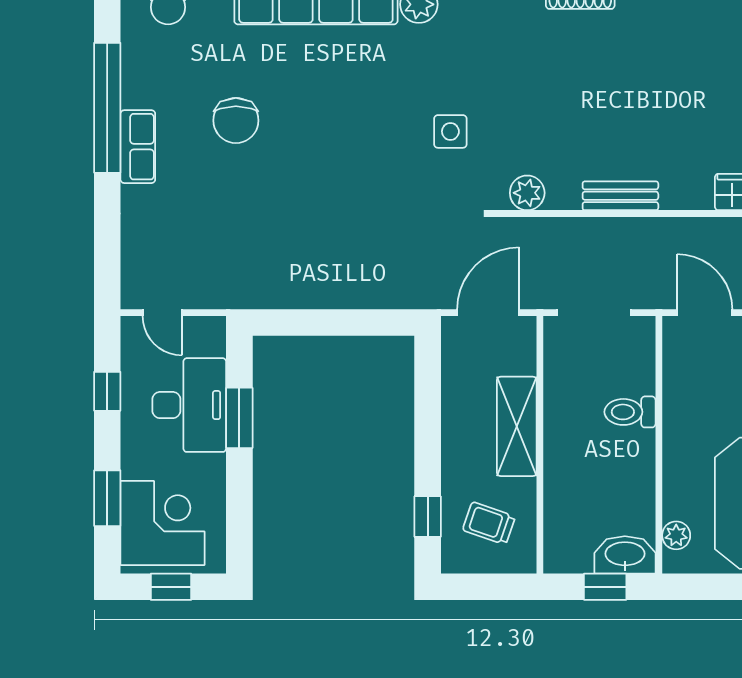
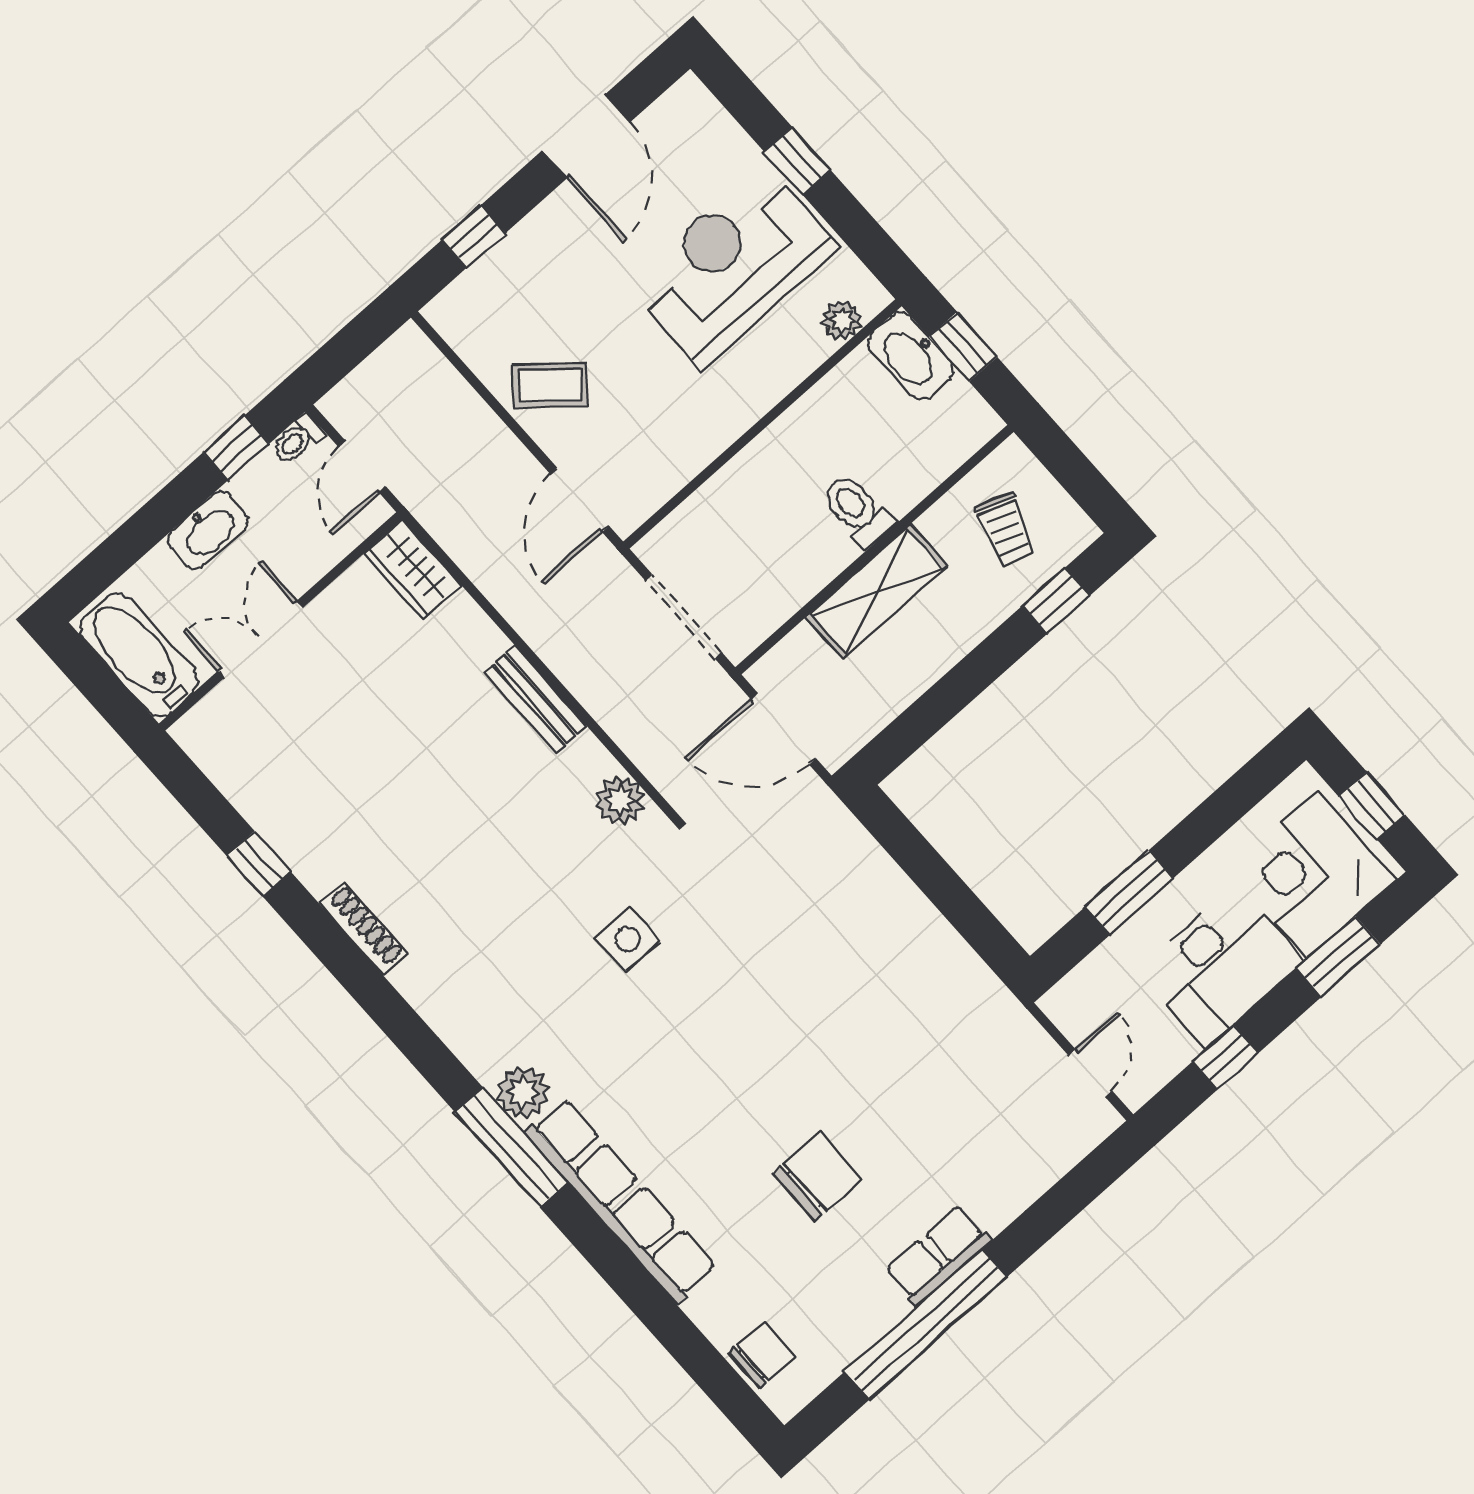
desk: (189, 405) -> (1221, 967), moved, turned 180
toilet: (630, 412) -> (857, 510), moved, turned 180

